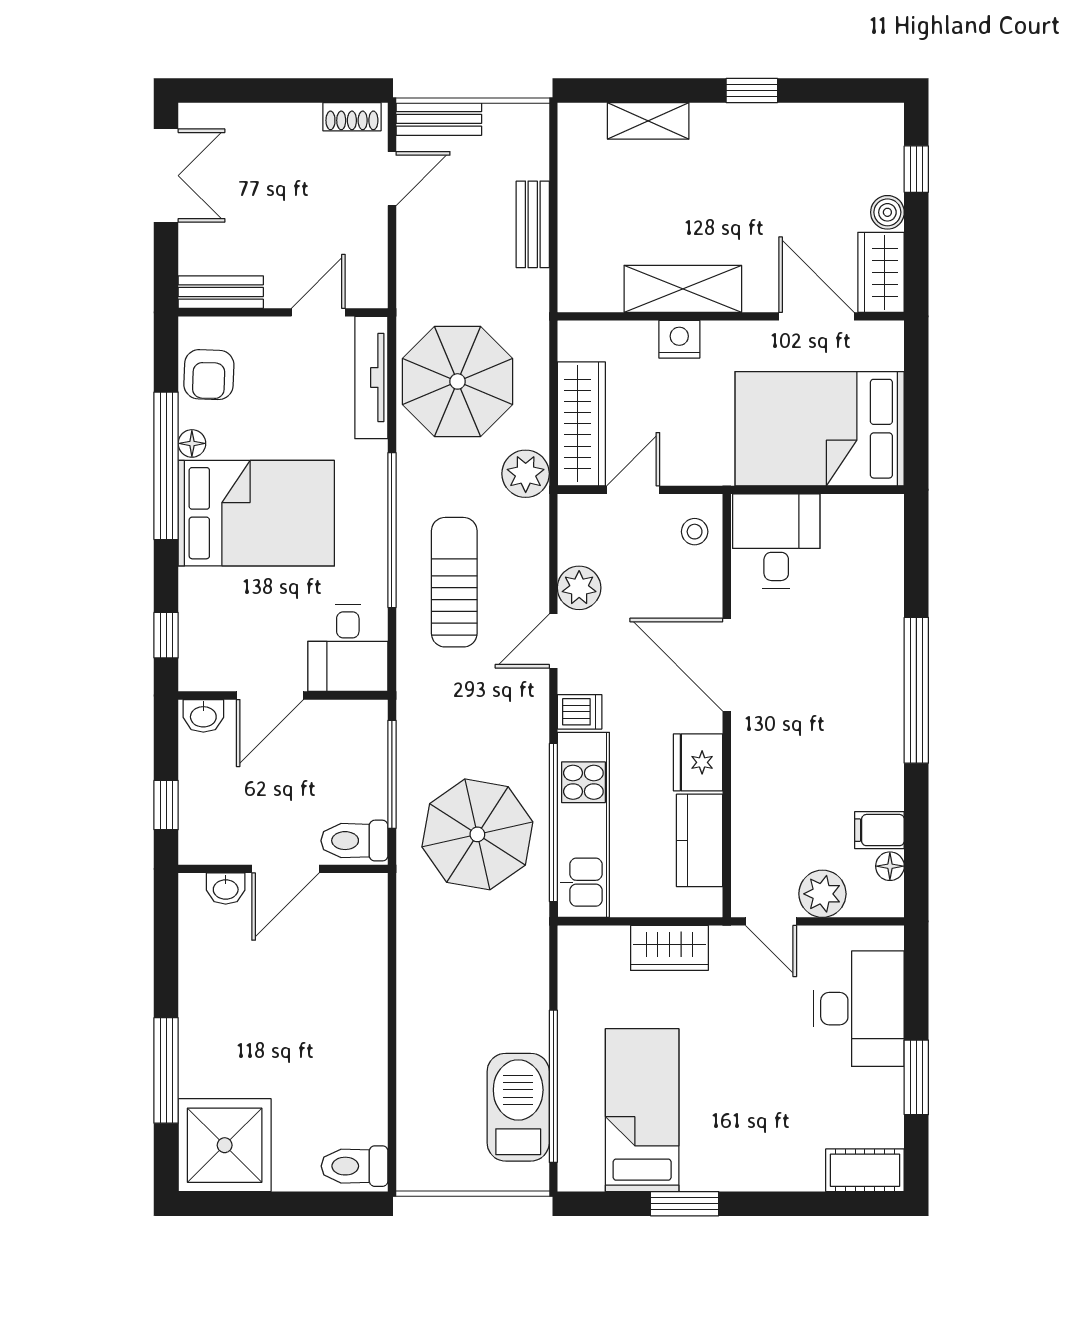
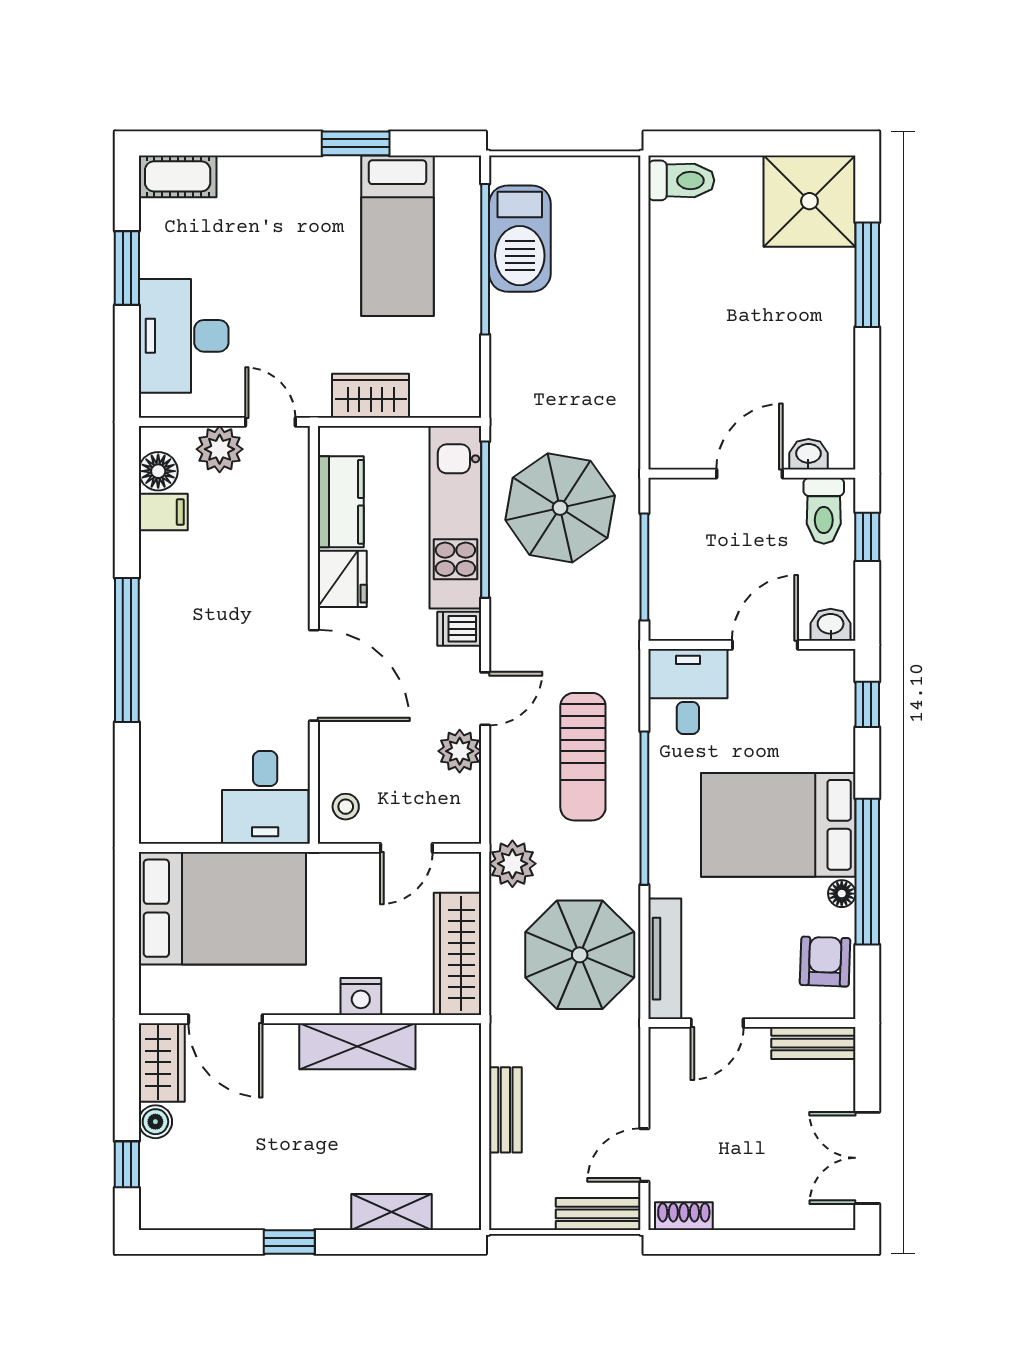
wardrobe: (581, 424) -> (457, 954), moved
toilet: (354, 841) -> (824, 511), moved, turned 90
floor lamp: (890, 866) -> (158, 471), width x1.37, depth x1.37

